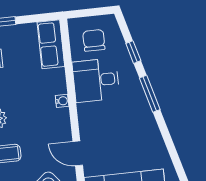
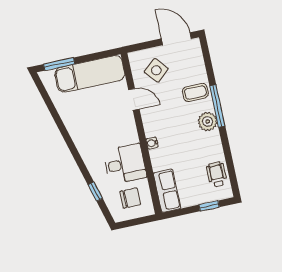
chair: (94, 40) -> (130, 198), turned -90
window: (150, 94) -> (77, 157), removed

